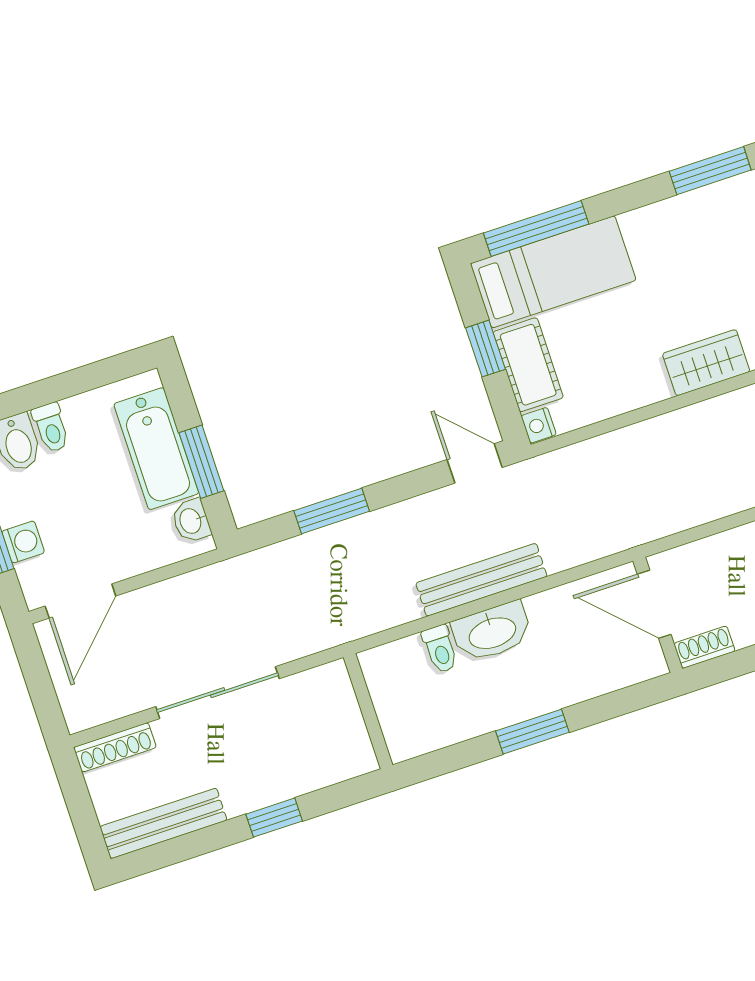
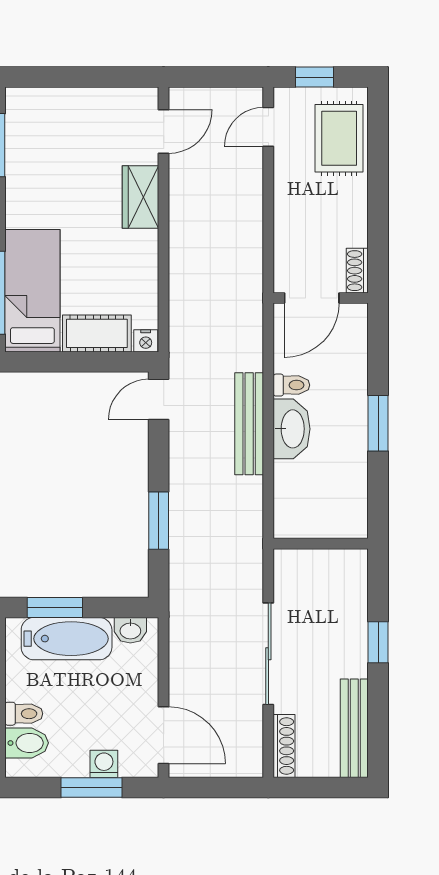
window: (485, 349) -> (74, 362), removed
window: (201, 462) -> (55, 607), moved
toilet: (440, 649) -> (291, 385), moved

